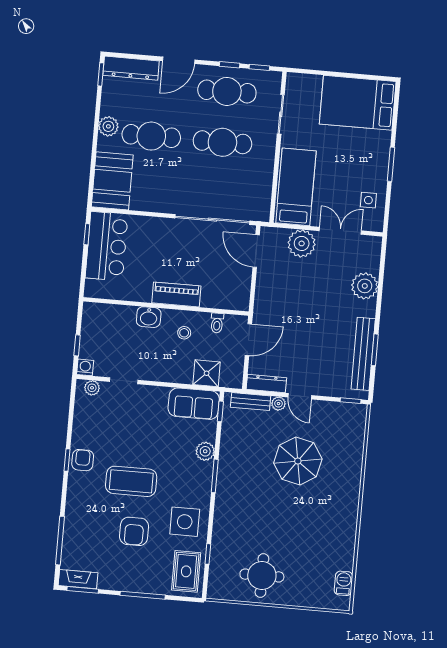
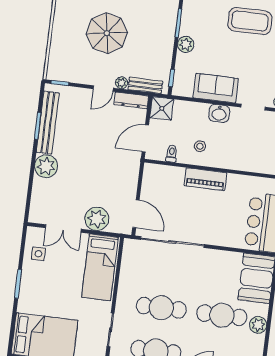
plant: (365, 286) -> (46, 166), moved
washbasin: (149, 317) -> (219, 113), moved, turned 180
shower: (207, 373) -> (162, 108), moved
door: (300, 396) -> (103, 88), swing flipped
sofa: (194, 404) -> (216, 88), moved

